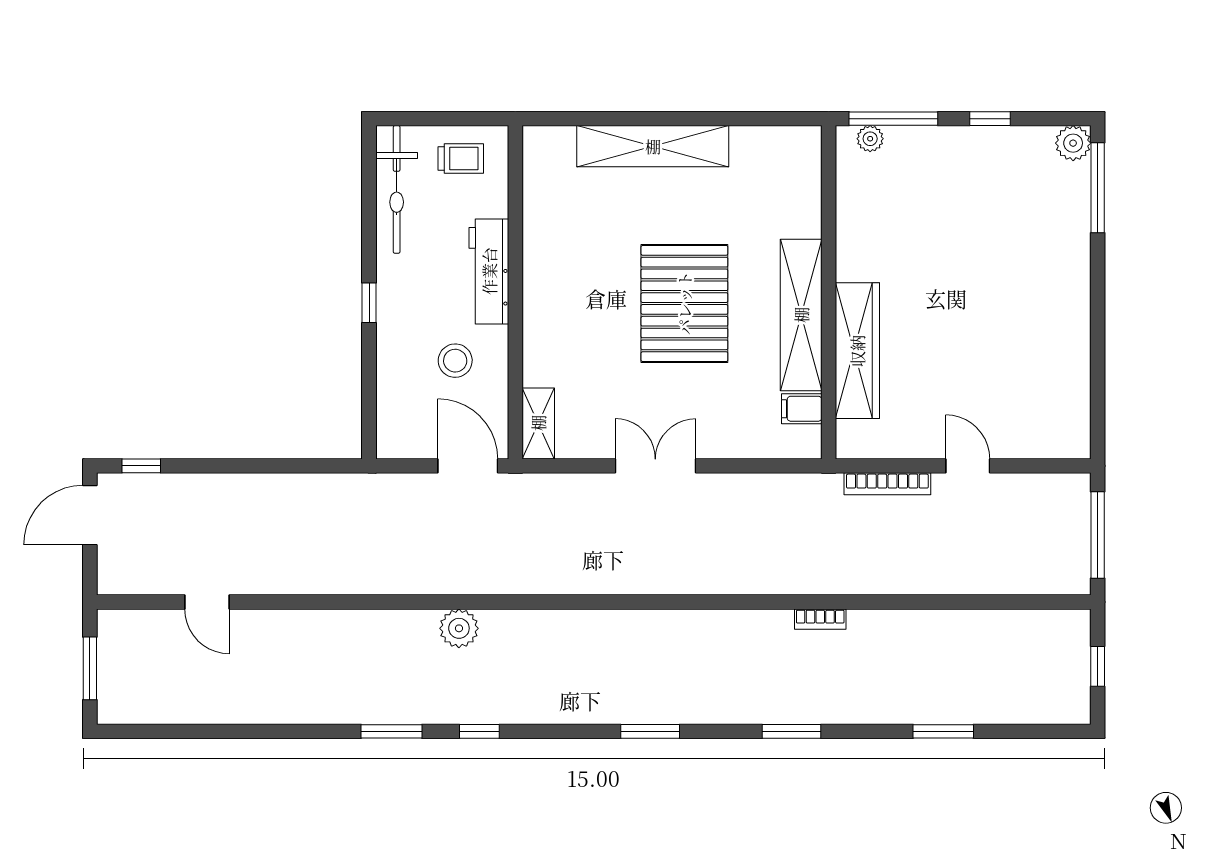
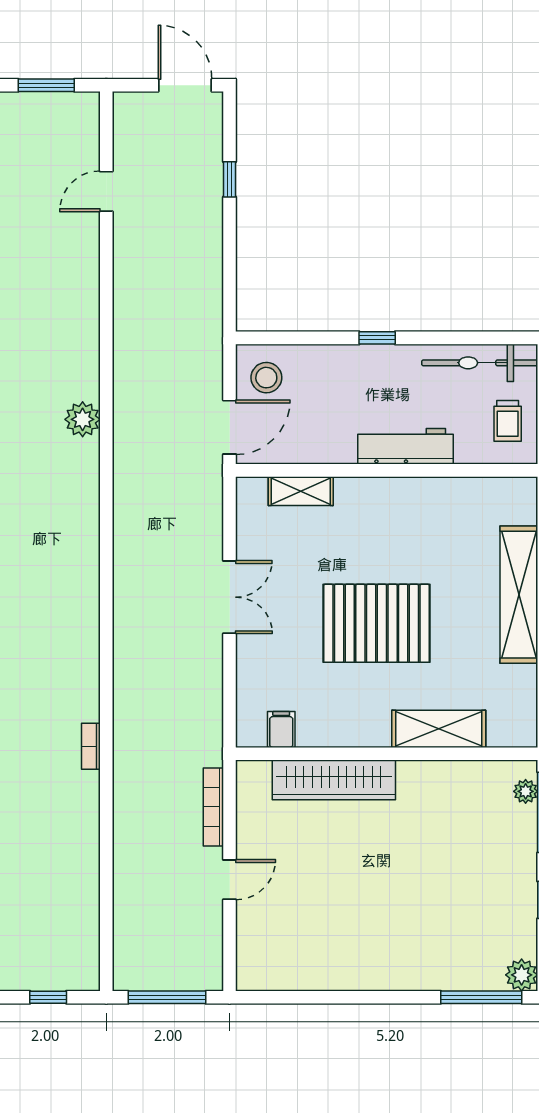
shelving: (801, 315) -> (439, 729), moved, width x0.68
stool: (455, 361) -> (266, 378), moved
shelving: (538, 423) -> (301, 491), moved
window: (141, 466) -> (230, 179), moved

